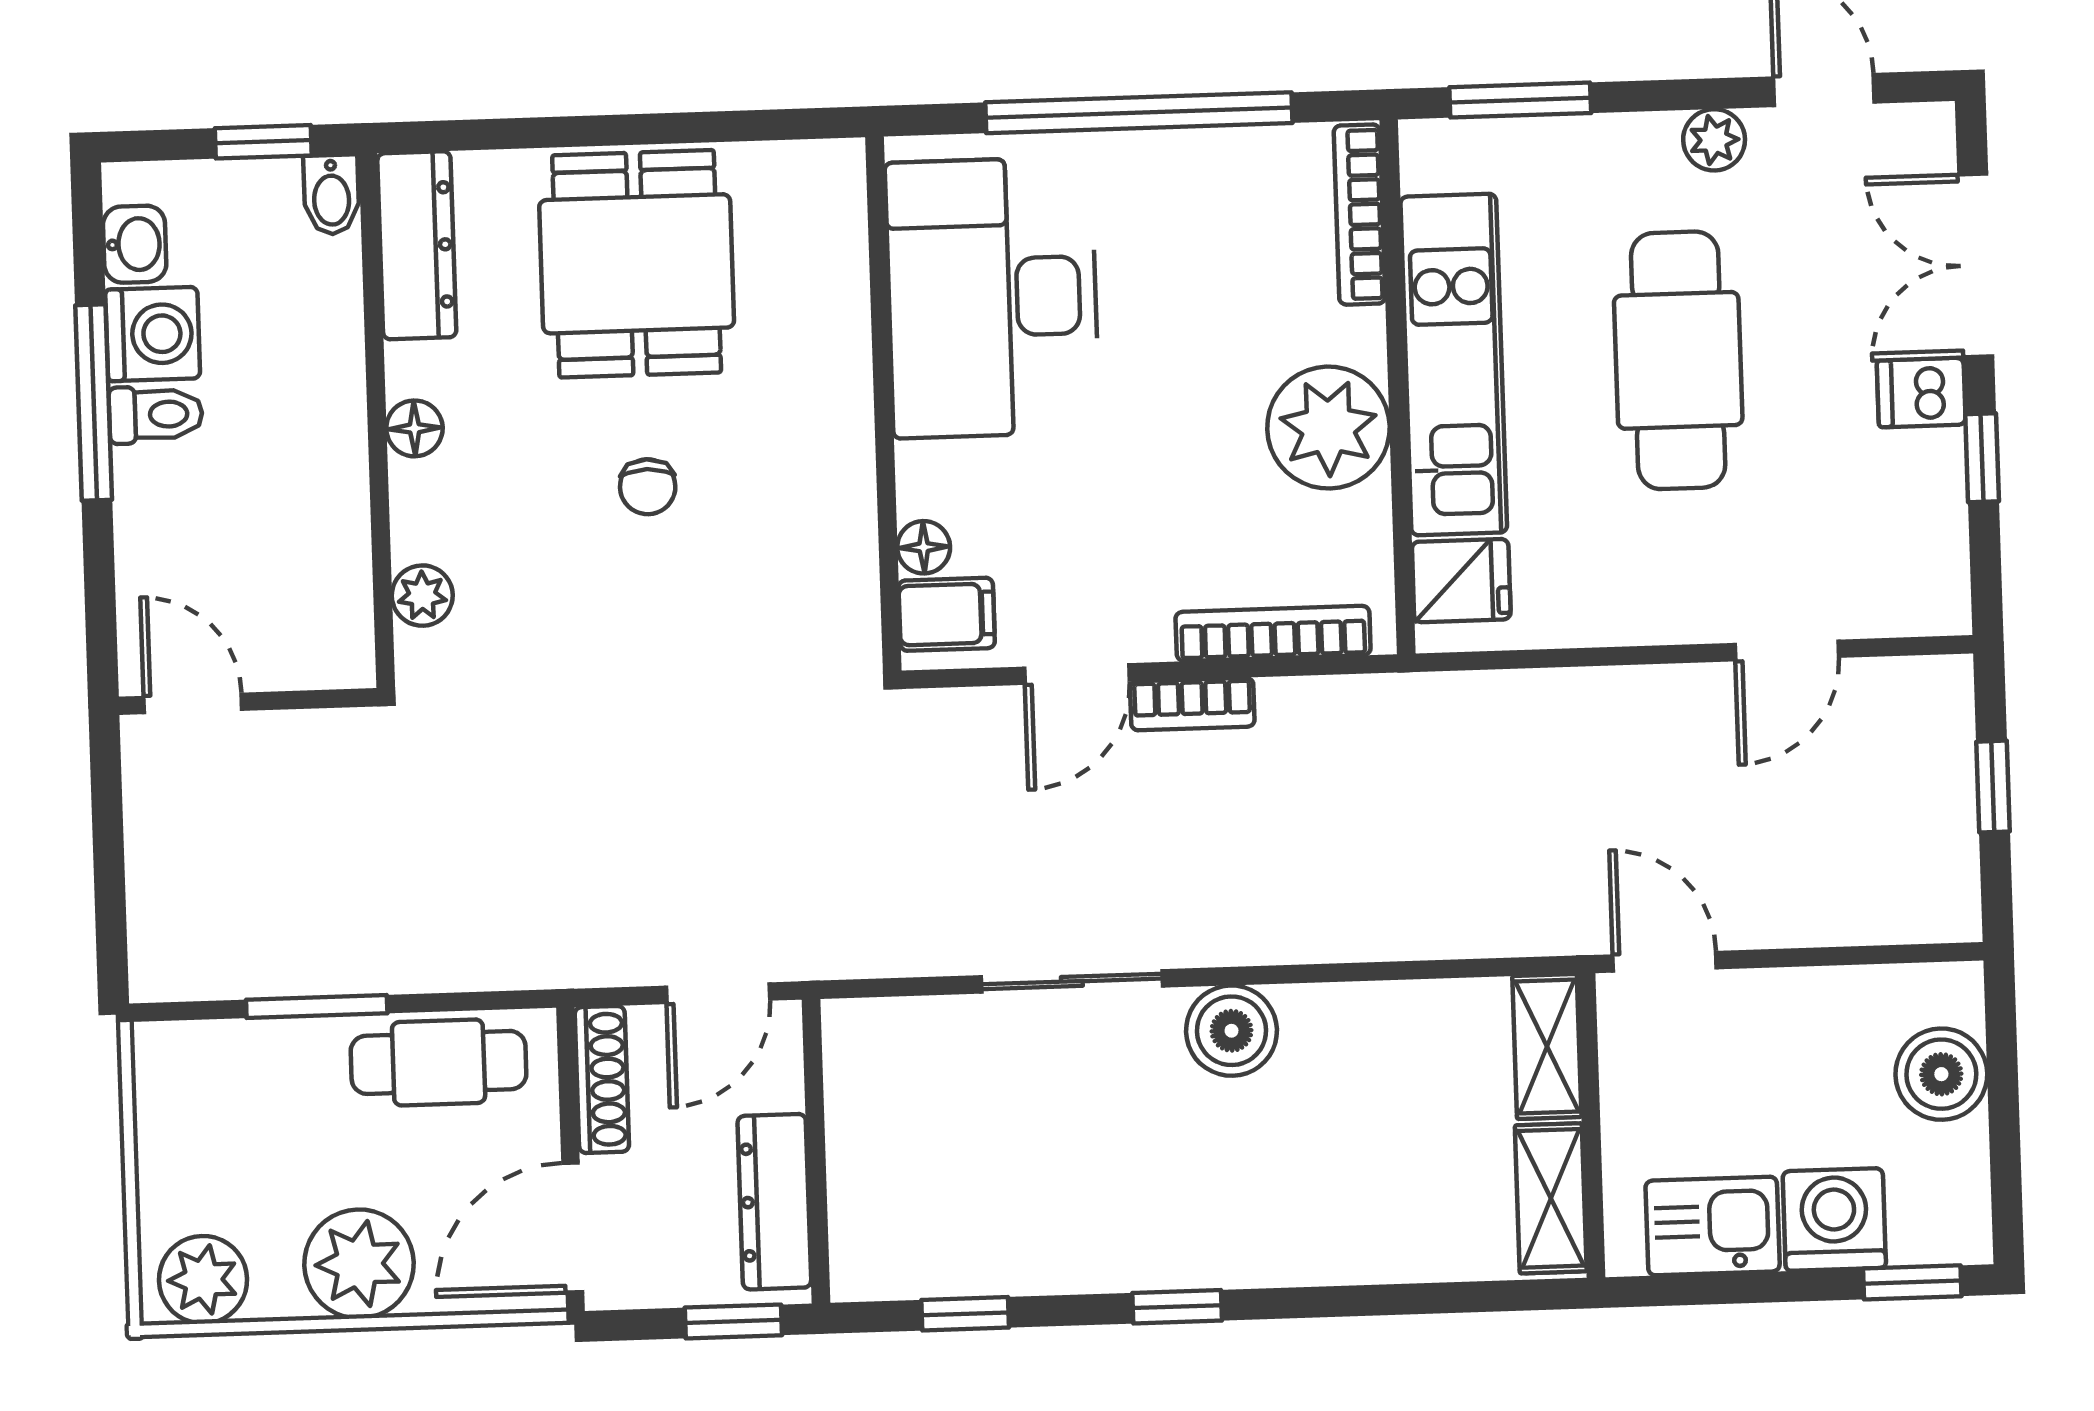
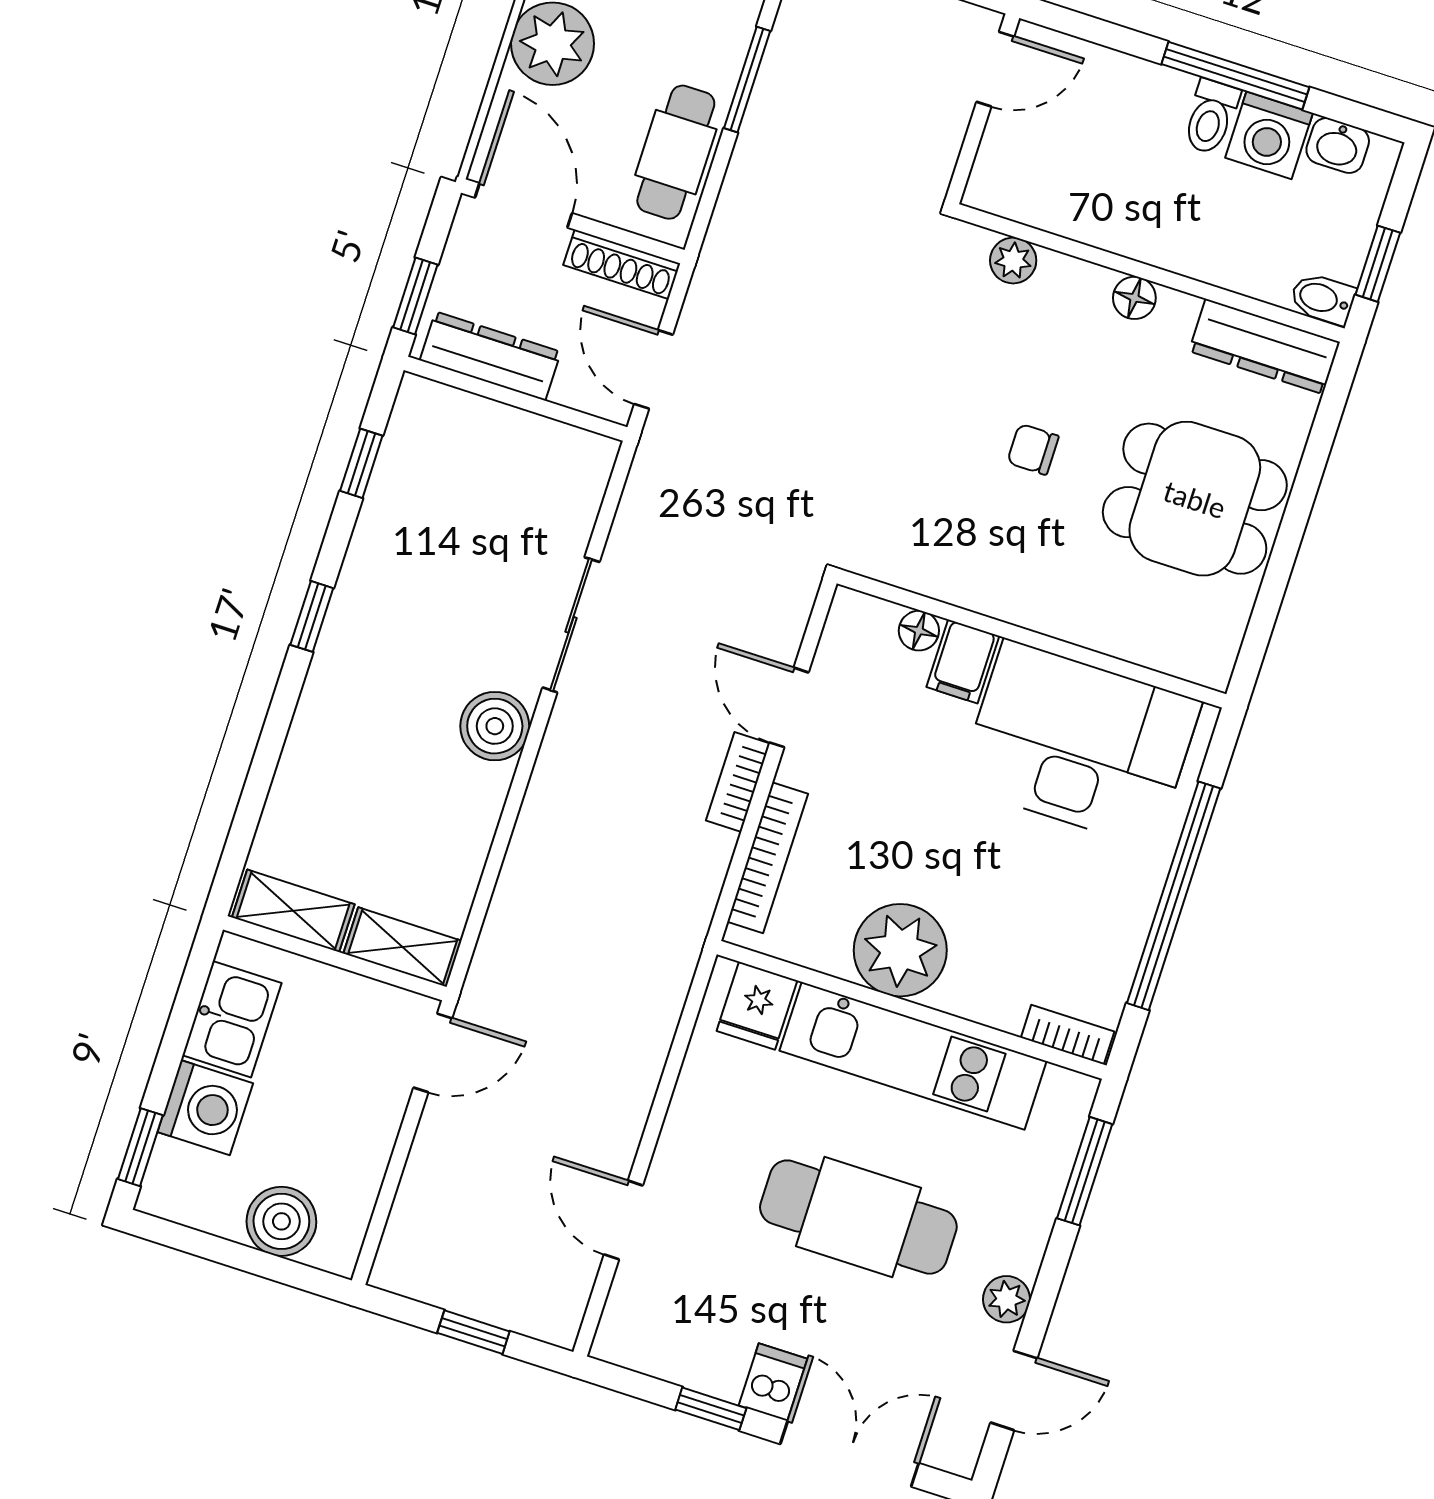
bookcase: (1360, 215) -> (1068, 1035), width x0.64
filing cabinet: (947, 614) -> (963, 661), moved

